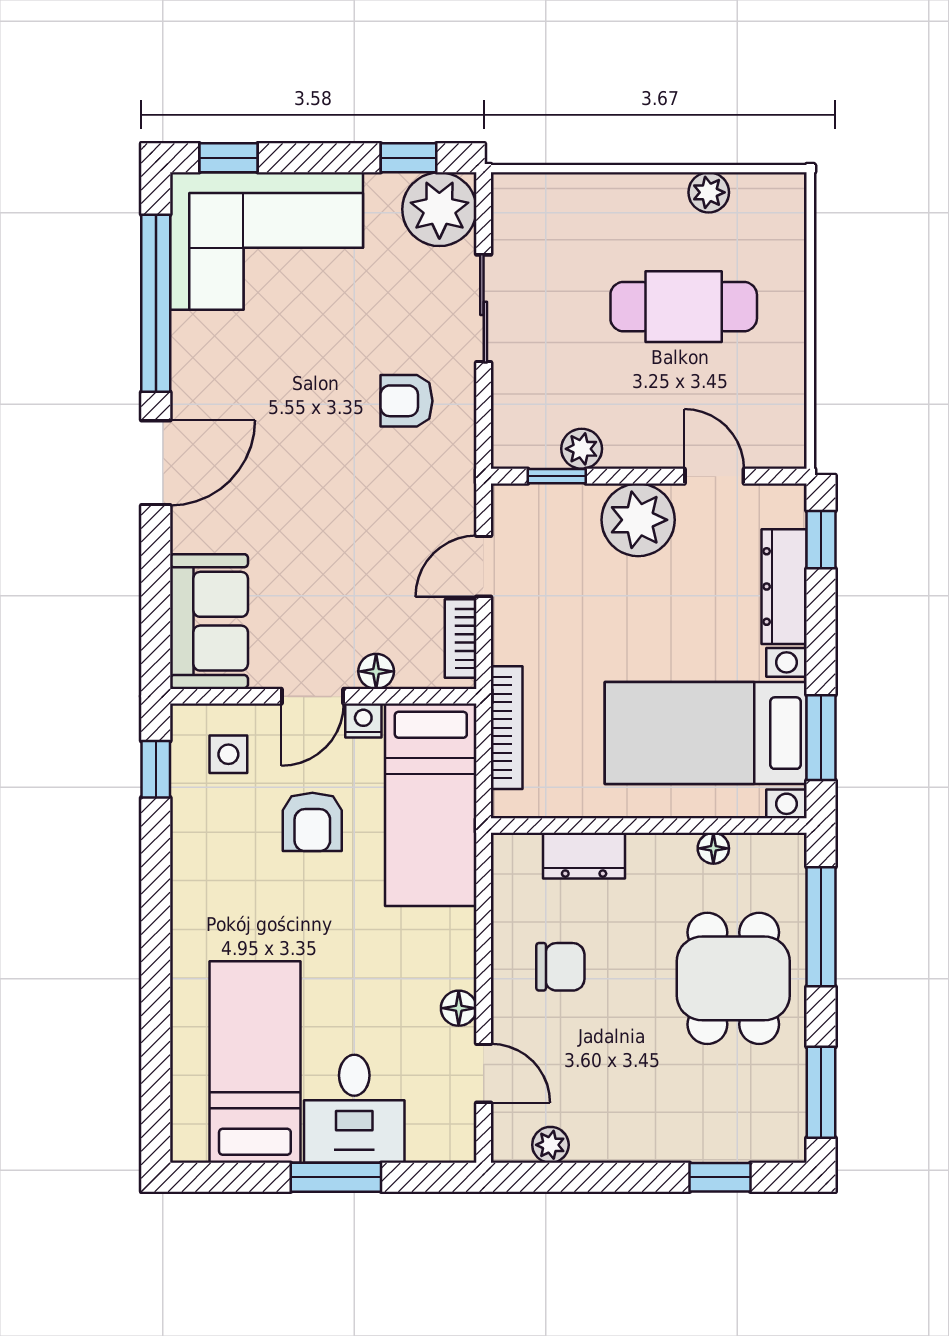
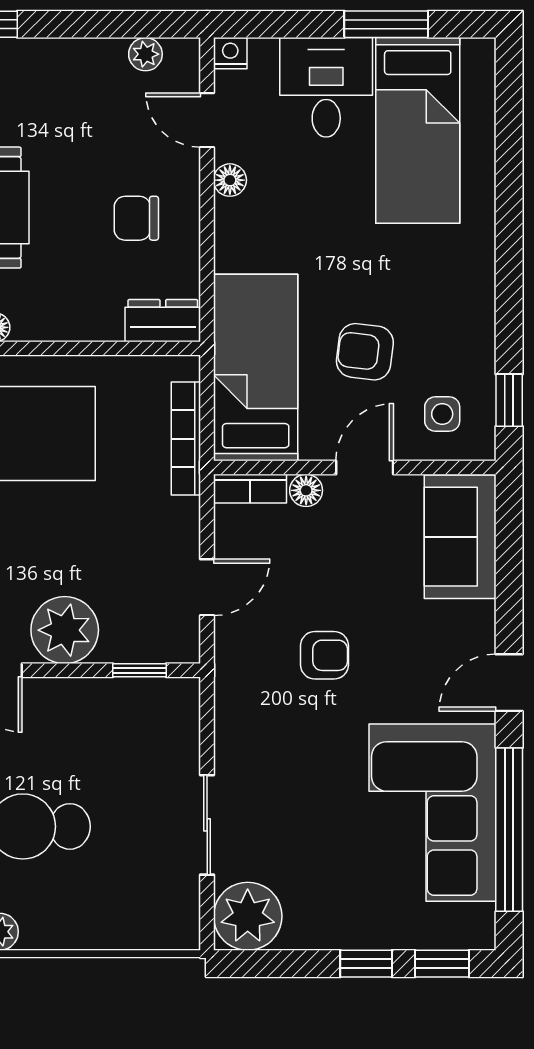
window: (409, 158) -> (366, 964), moved
corner sofa: (267, 241) -> (432, 813), moved, turned -90
armchair: (406, 401) -> (324, 655), moved
plant: (582, 449) -> (117, 696), removed
door: (156, 463) -> (509, 683), width x0.73
bookcase: (461, 639) -> (250, 489), moved, turned 90
nightstand: (363, 721) -> (230, 53), moved, turned 180
armchair: (312, 822) -> (365, 352), turned -83
dresser: (584, 856) -> (163, 321), moved
window: (336, 1177) -> (386, 24), moved

